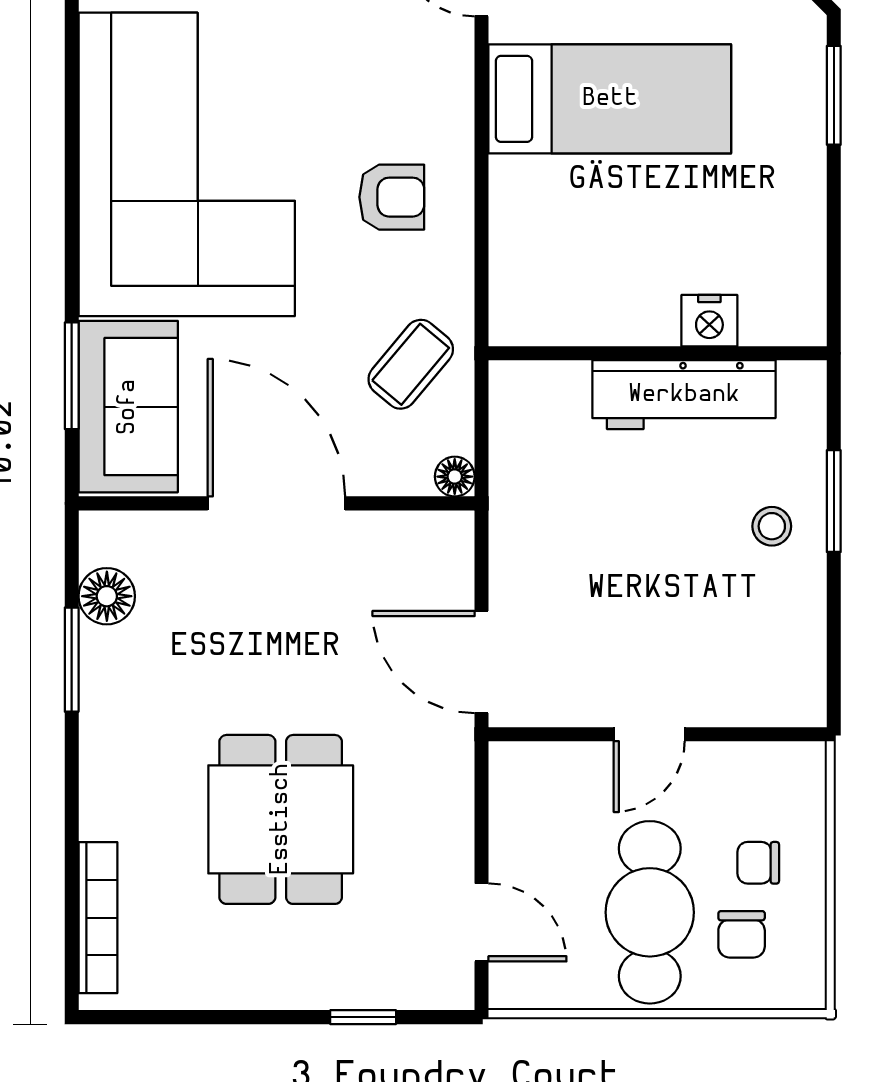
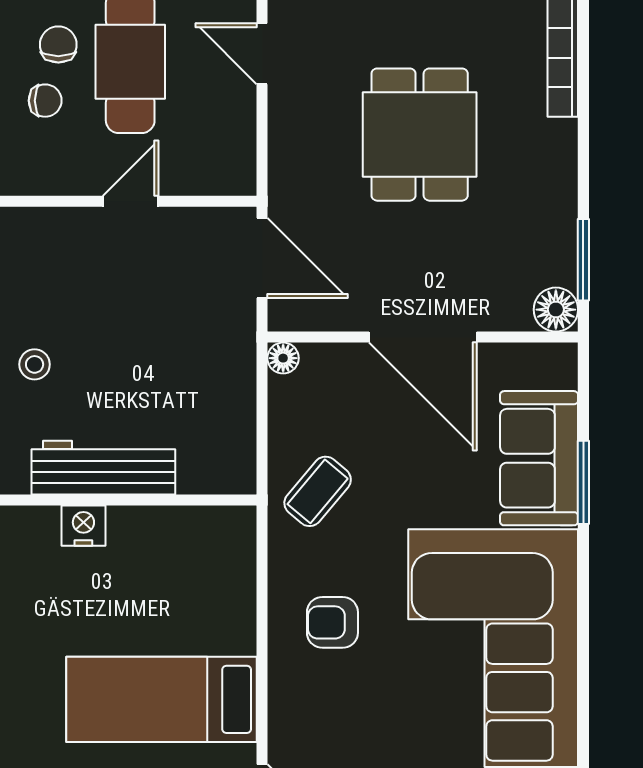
floor lamp: (455, 477) -> (283, 358), moved
door: (276, 503) -> (423, 337), moved
wall: (277, 503) -> (423, 337), moved

